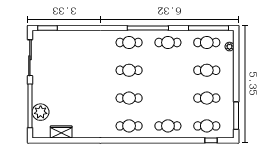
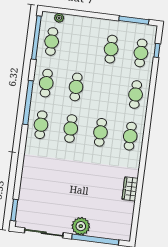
cafe table: (207, 70) -> (76, 87), moved
plant: (41, 112) -> (81, 226), moved
wardrobe: (61, 132) -> (130, 189), moved

